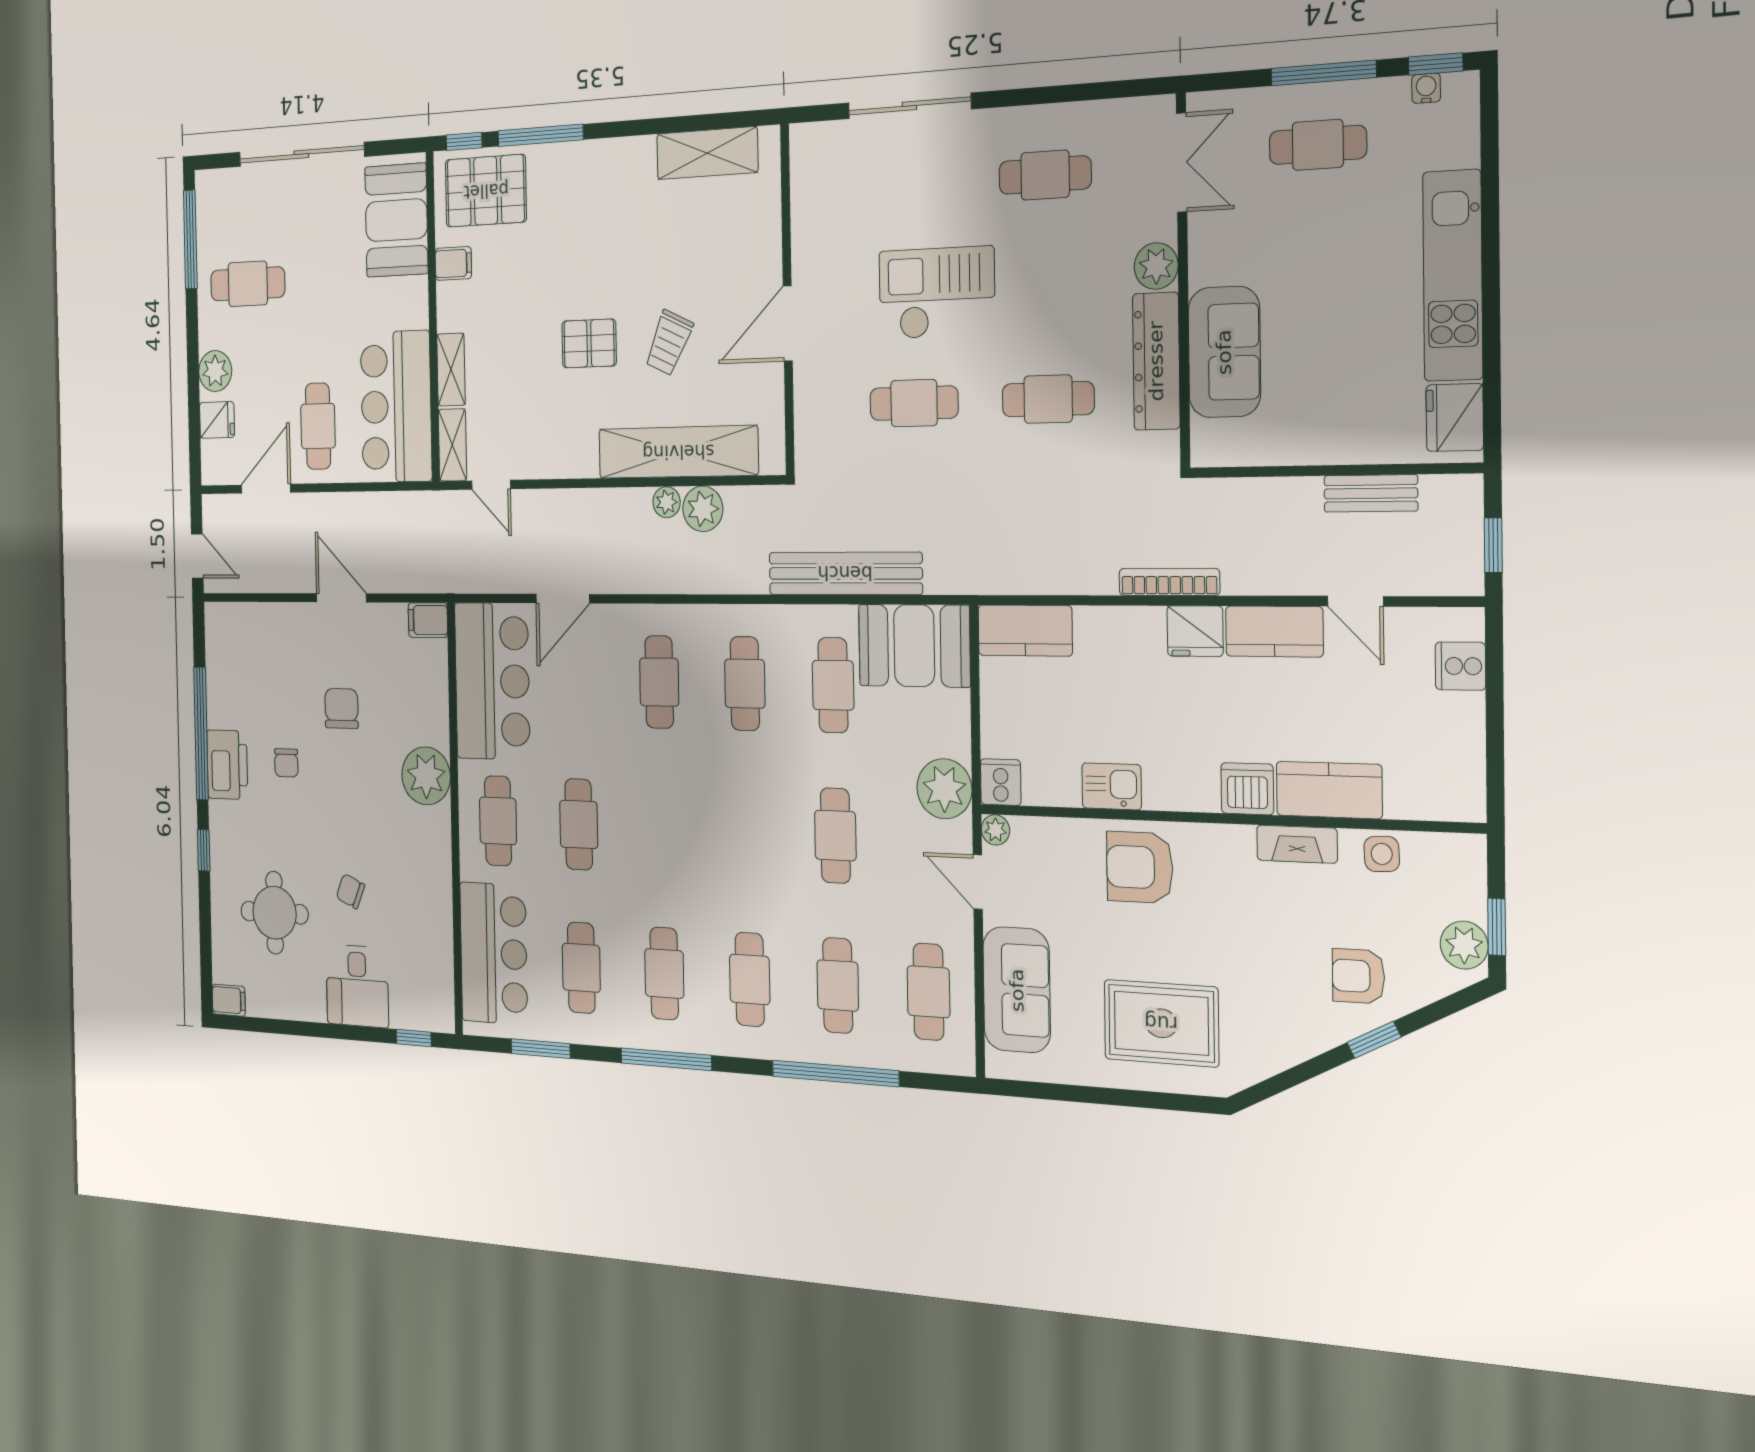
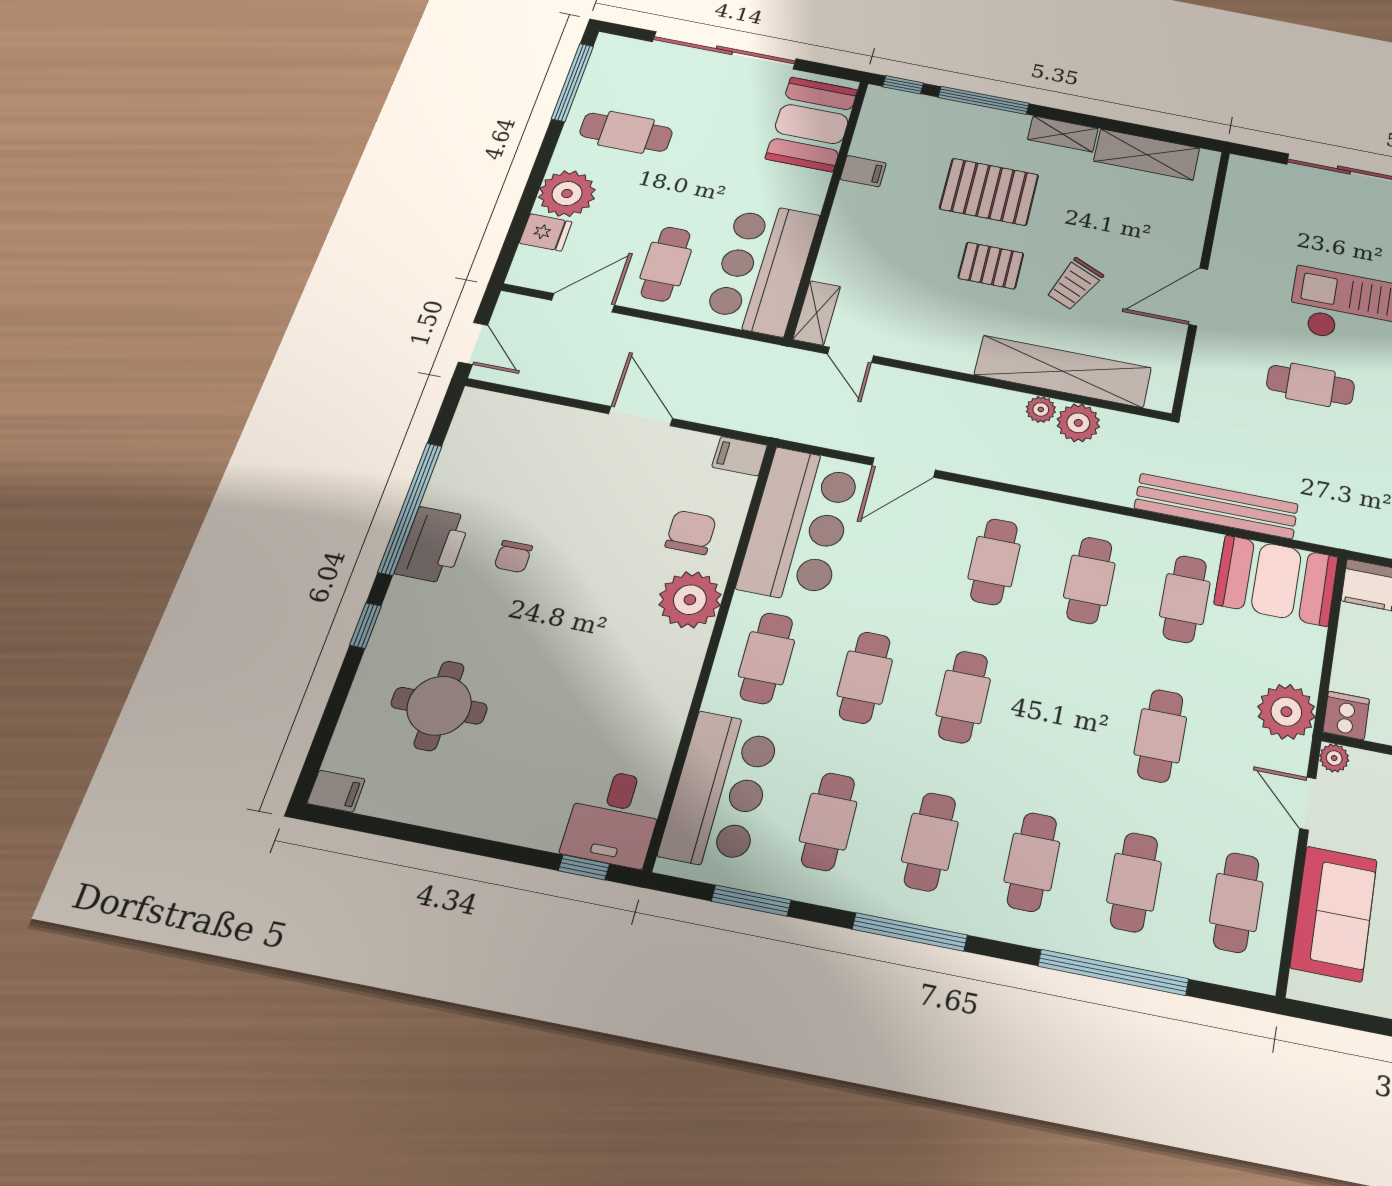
pallet: (486, 191) -> (989, 192), moved
shelving: (451, 370) -> (1063, 134), moved, turned 90
plant: (215, 371) -> (567, 194), width x1.36, depth x1.36
chair: (341, 708) -> (691, 532), moved
cafe table: (662, 828) -> (963, 697), added
chair: (350, 891) -> (552, 699), removed
desk: (357, 986) -> (614, 818), moved

